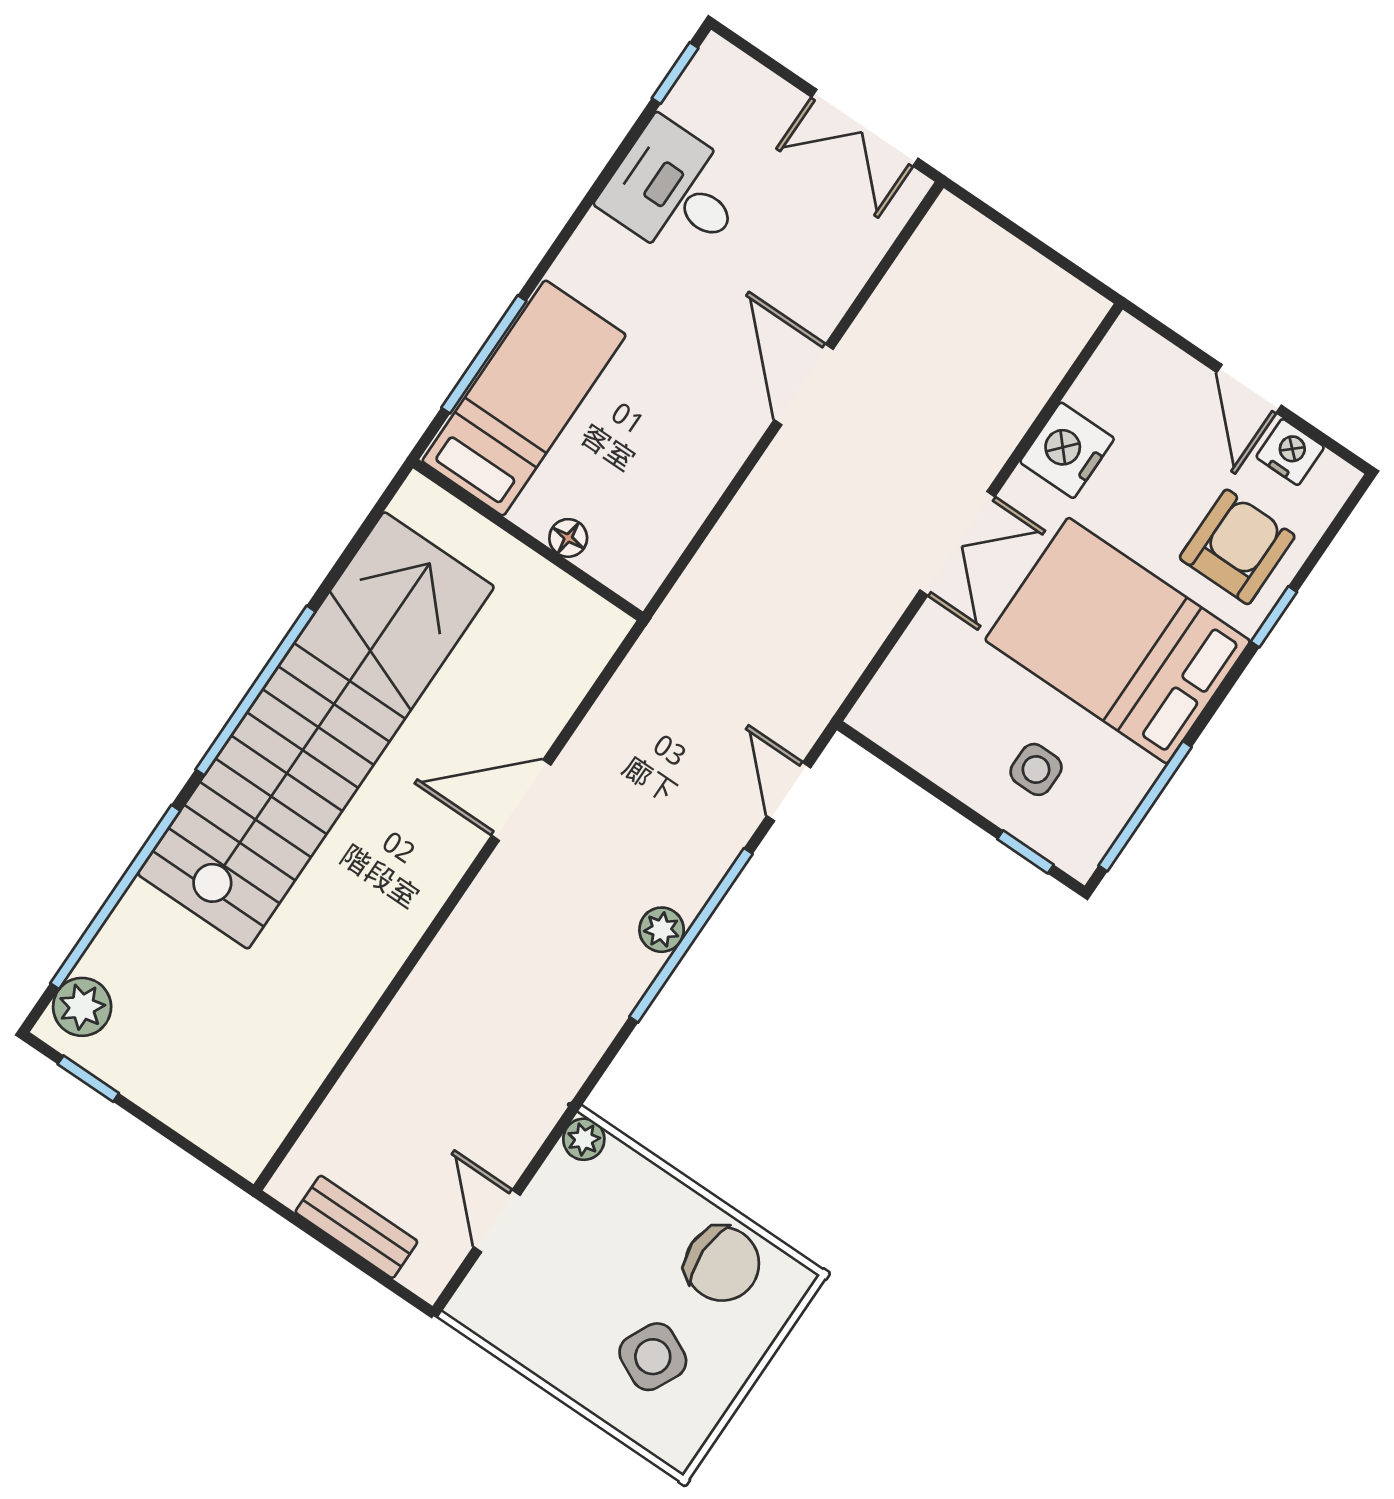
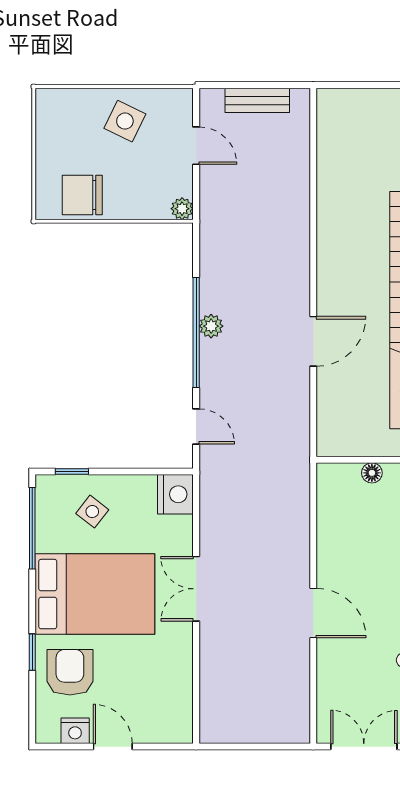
nightstand: (1067, 450) -> (175, 494), moved
armchair: (1237, 547) -> (70, 672), turned 180
side table: (1036, 769) -> (92, 512), turned 38
side table: (653, 1357) -> (125, 121), moved

